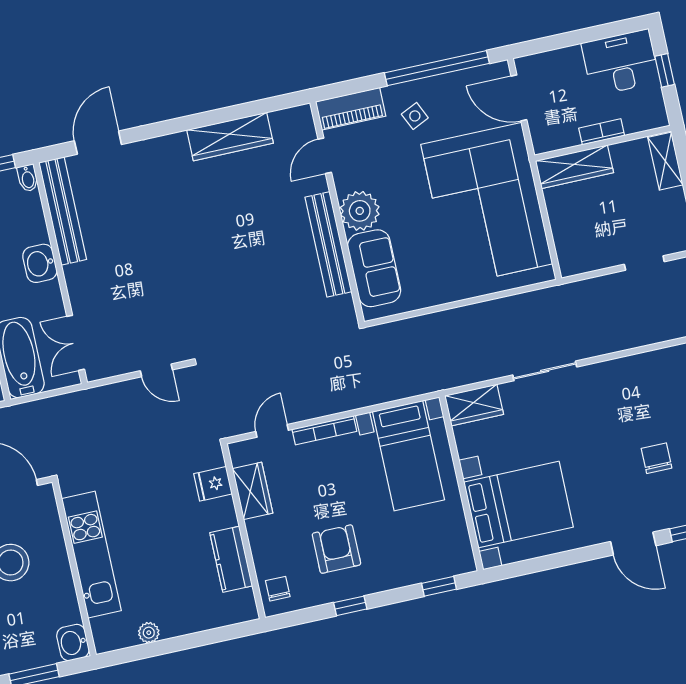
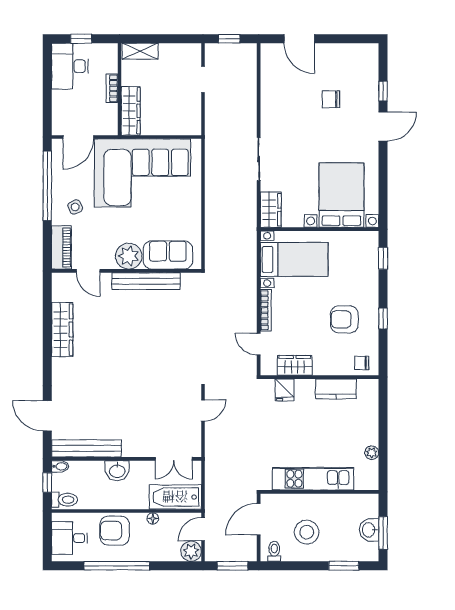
washbasin: (73, 643) -> (369, 530), moved, turned 90

